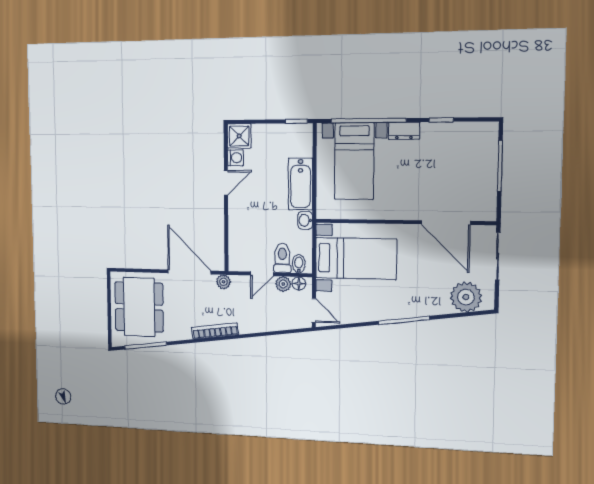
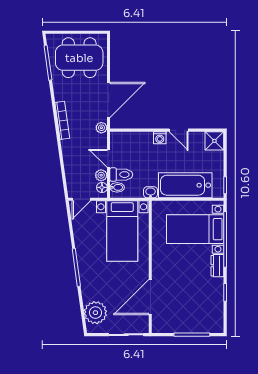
washing machine: (235, 158) -> (160, 138), moved
bathtub: (301, 184) -> (185, 185), width x1.36, depth x1.36

